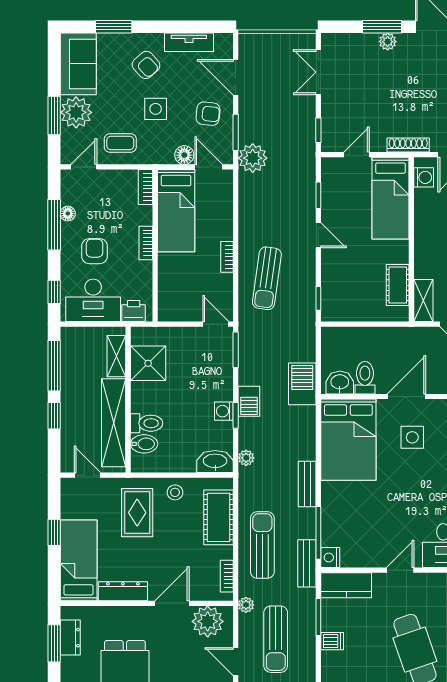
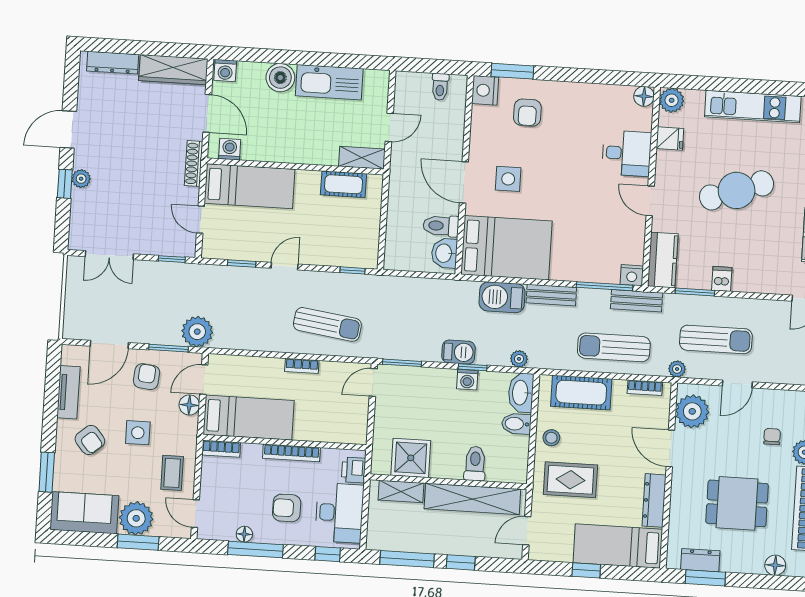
window: (382, 27) -> (65, 184), width x0.67
armchair: (146, 65) -> (90, 440), turned 92
bookcase: (146, 243) -> (291, 453), width x1.56
barbecue: (302, 384) -> (502, 297), moved
bidet: (144, 444) -> (516, 424), moved, turned -90

